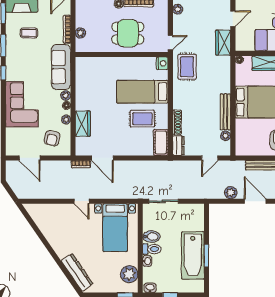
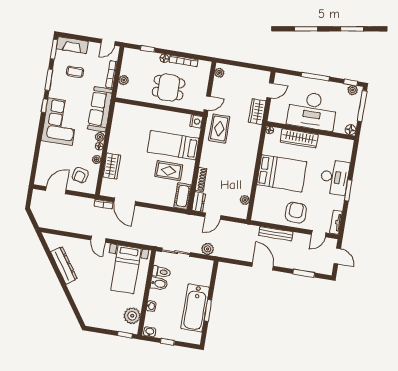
corner sofa: (22, 104) -> (60, 122), moved
bench: (225, 112) -> (248, 177), removed
door: (30, 158) -> (56, 190), swing flipped
door: (210, 158) -> (213, 216), moved
plant: (231, 193) -> (208, 249), moved
toilet: (152, 249) -> (161, 272), moved
dresser: (77, 272) -> (64, 265), moved

